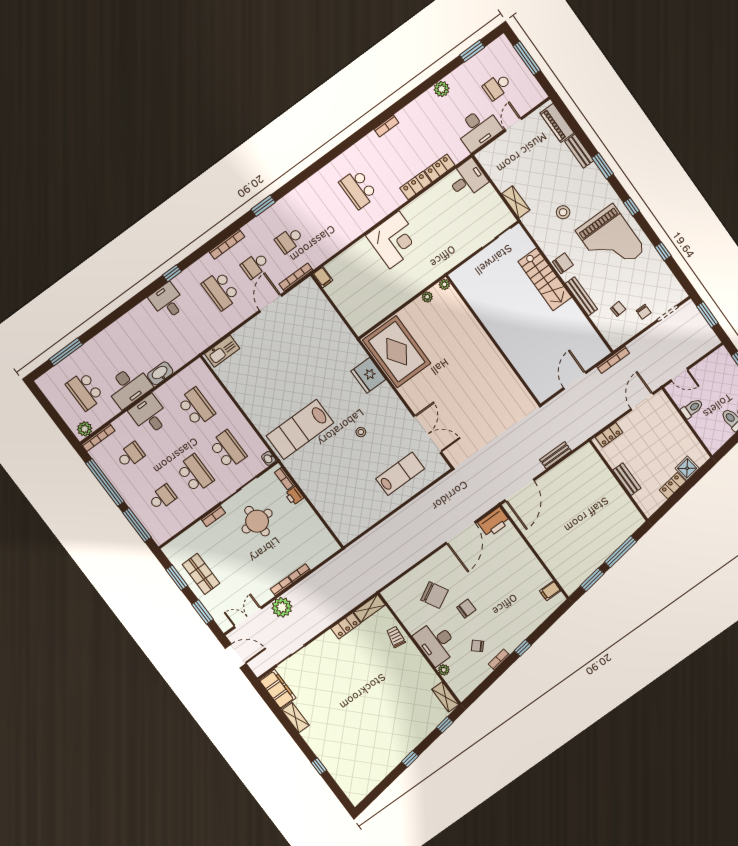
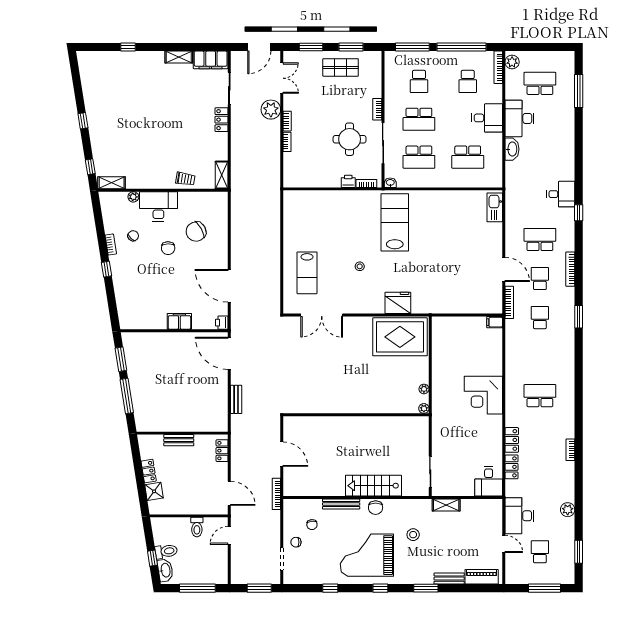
printer: (494, 522) -> (222, 323), width x0.53, depth x0.68
filing cabinet: (550, 591) -> (179, 321), moved, width x2.00
locker: (346, 626) -> (222, 120), moved

